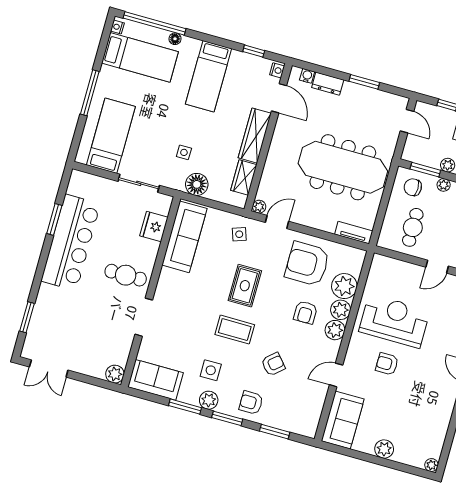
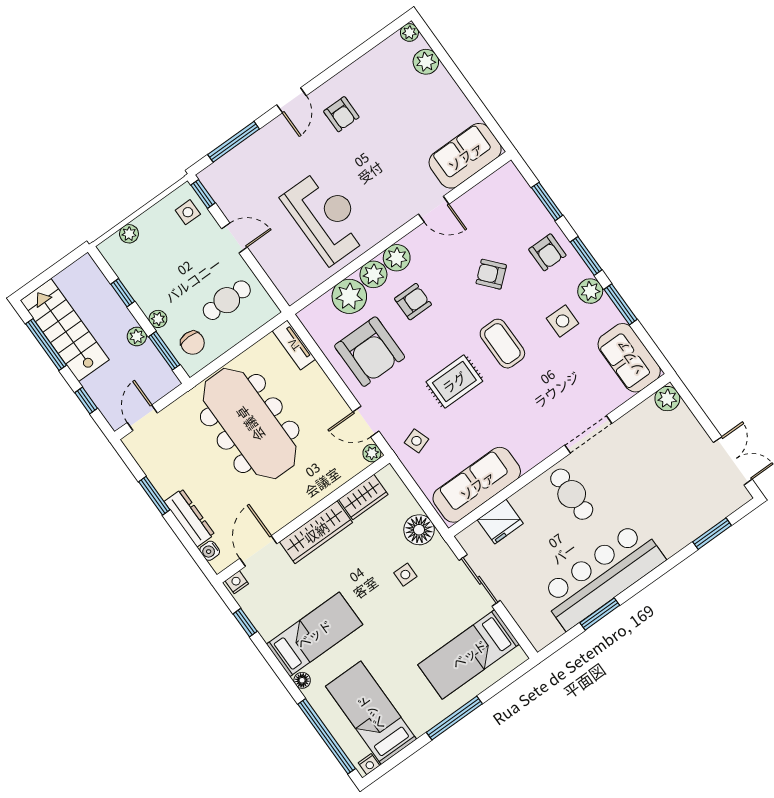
floor lamp: (175, 39) -> (302, 680), moved
dresser: (328, 84) -> (189, 518), width x1.44
reception desk: (394, 321) -> (326, 217), turned 180
armchair: (387, 364) -> (341, 114), moved
plant: (384, 449) -> (426, 62), moved

